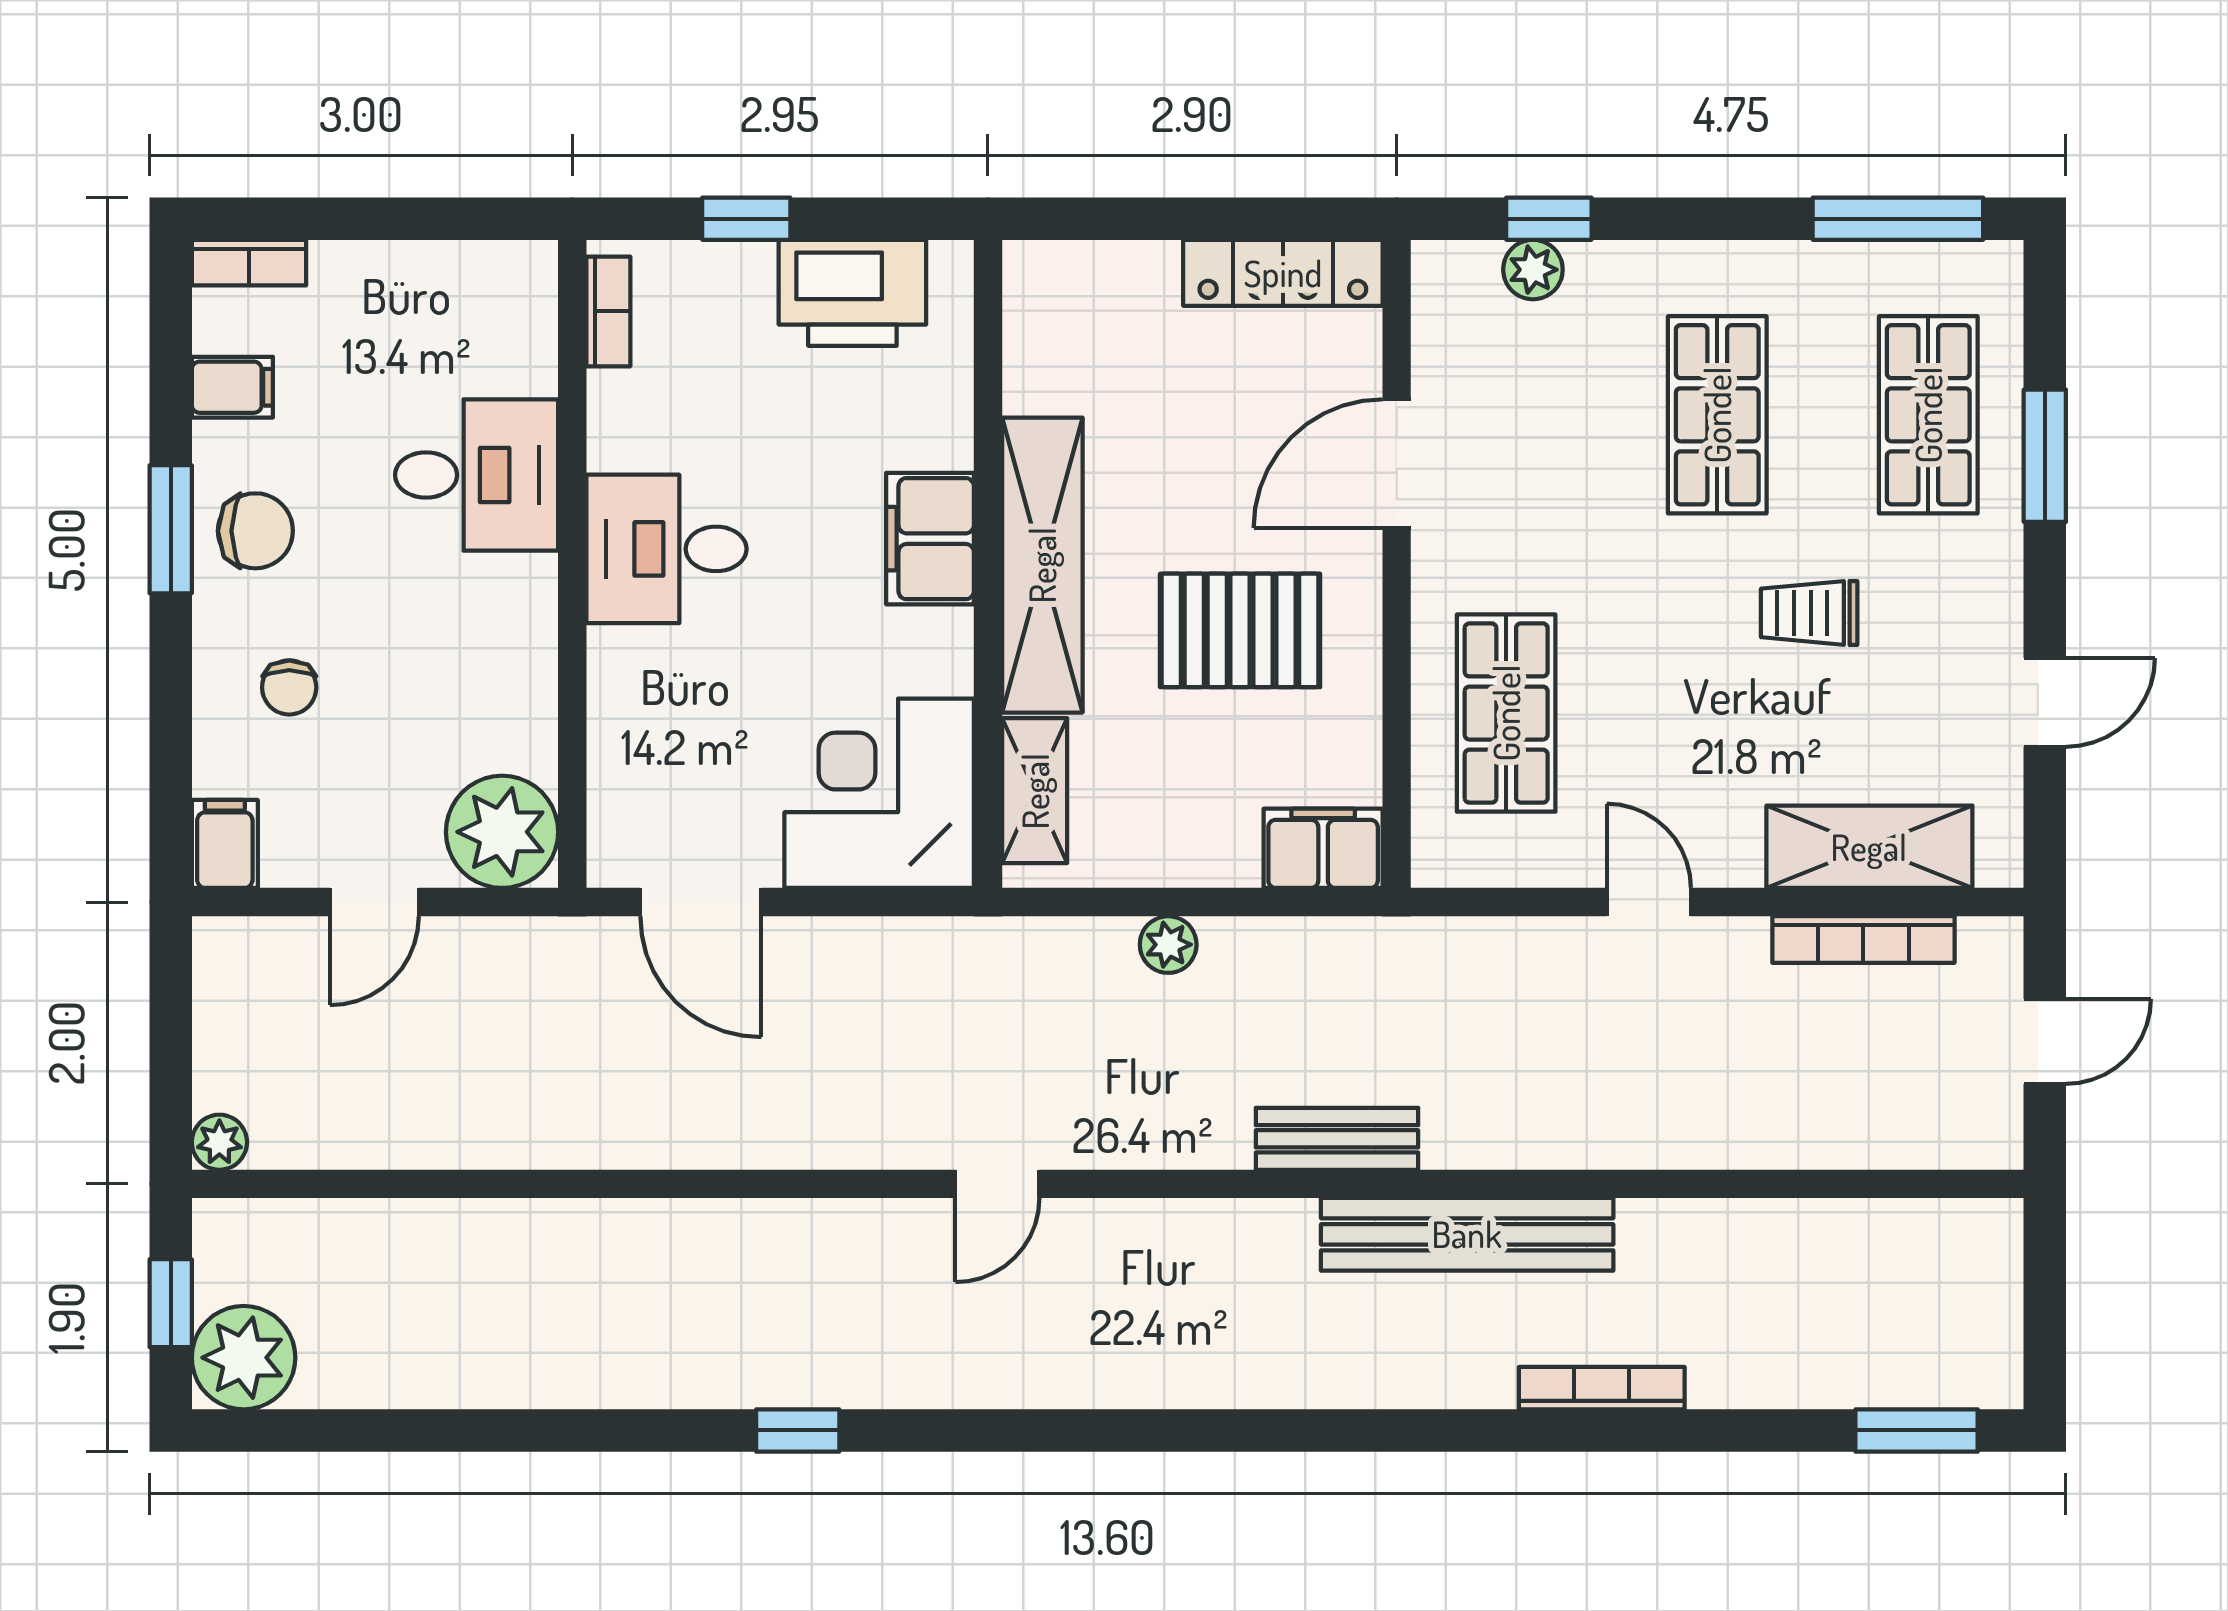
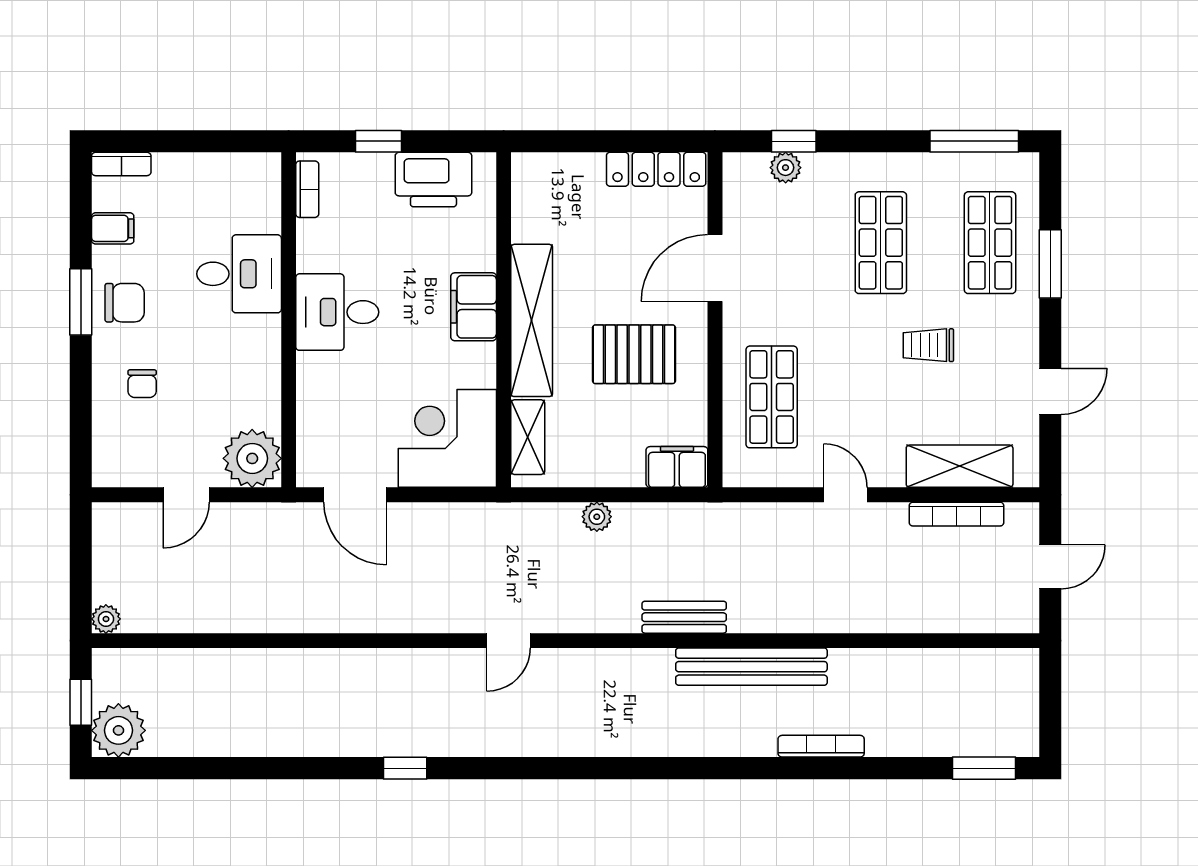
filing cabinet: (225, 844) -> (109, 465), removed

